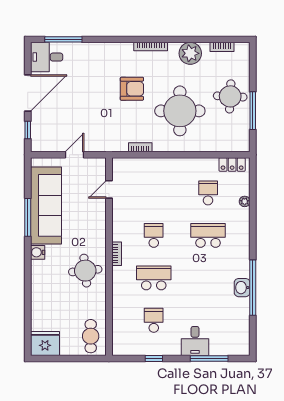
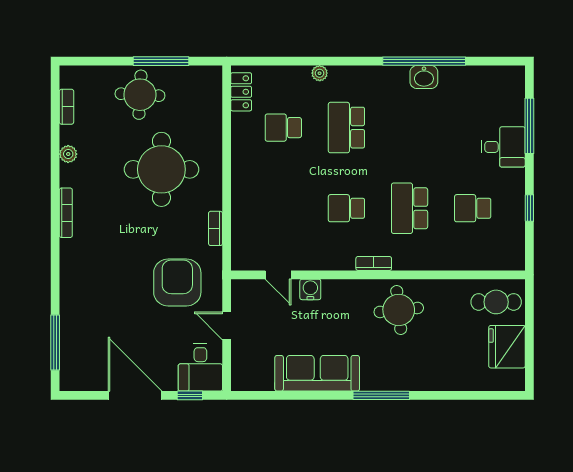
plant: (190, 53) -> (68, 154), width x0.53, depth x0.53
desk: (47, 57) -> (200, 367), moved
armchair: (132, 89) -> (177, 282), moved, width x1.36, depth x1.36
plant: (245, 201) -> (320, 73), moved
sofa: (46, 205) -> (317, 373), width x0.74, depth x0.79
window: (28, 217) -> (381, 395), moved
water cooler: (38, 252) -> (310, 289), moved, turned 180
fridge: (45, 343) -> (507, 347), moved

